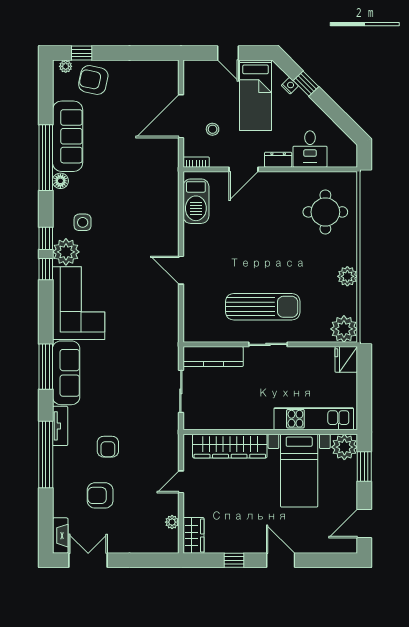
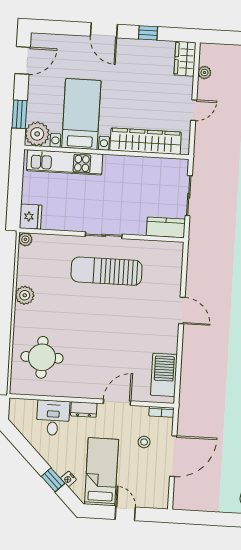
plant: (344, 329) -> (25, 239), width x0.53, depth x0.53
kitchen counter: (213, 357) -> (166, 227), width x0.67

